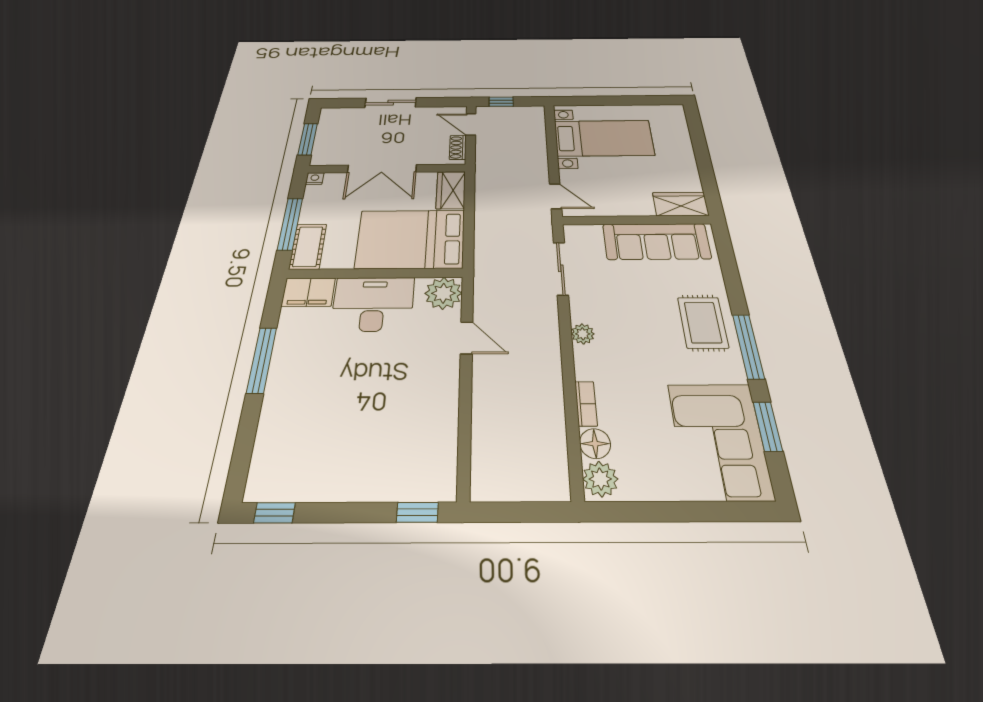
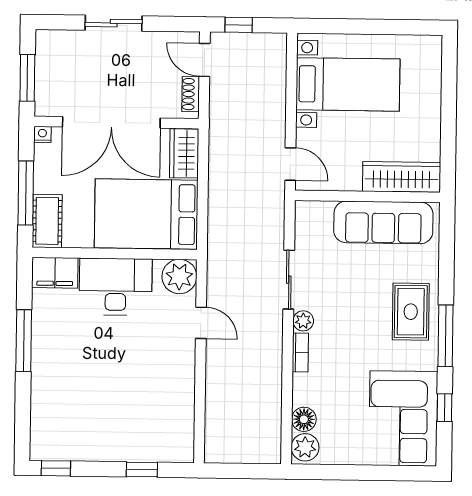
double door: (382, 169) -> (111, 122), width x1.36
wardrobe: (681, 204) -> (402, 177), width x1.50
sliding door: (561, 268) -> (289, 280), moved
bookcase: (586, 404) -> (300, 352), moved
window: (768, 426) -> (445, 408), width x0.67
window: (417, 512) -> (142, 469), moved

